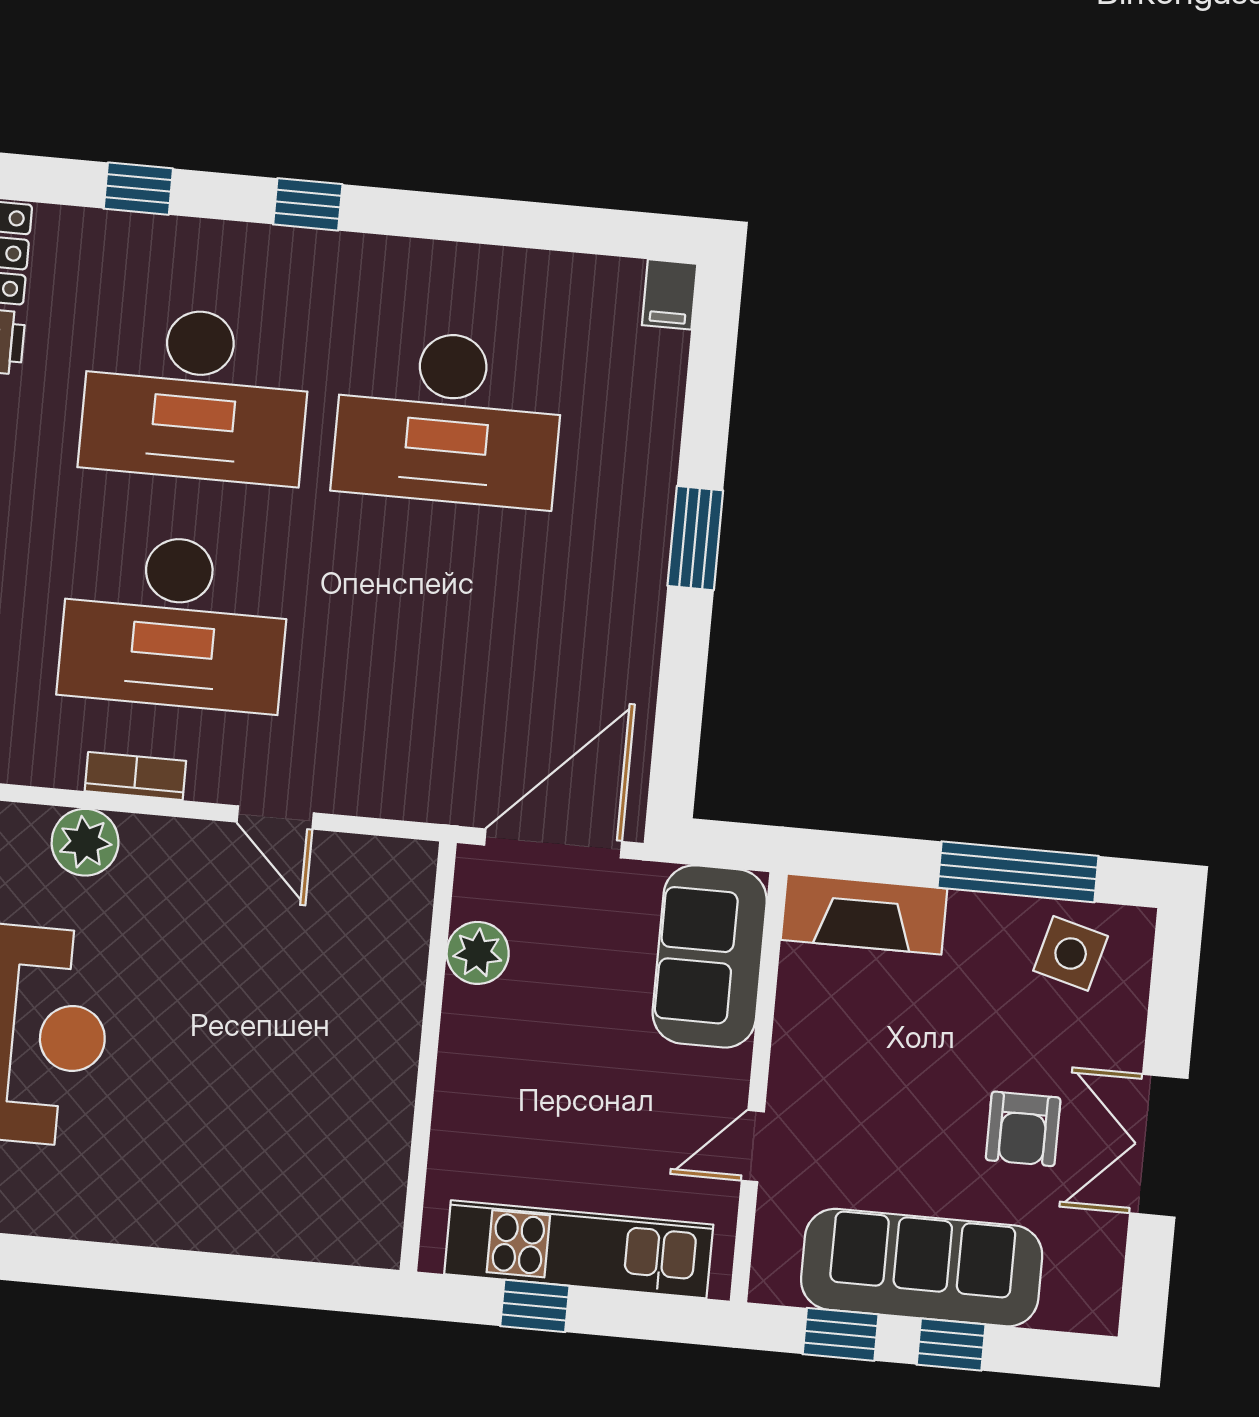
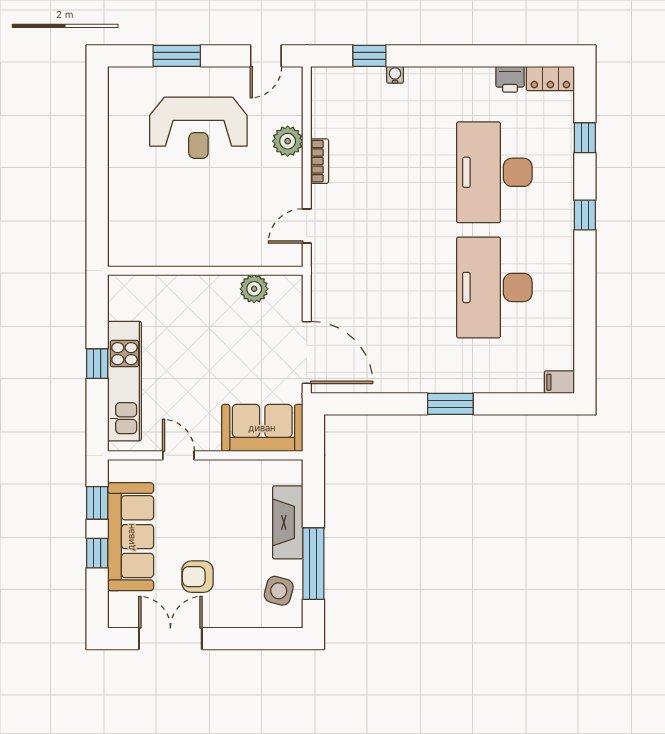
desk: (175, 622) -> (391, 172), removed
fireplace: (864, 914) -> (288, 522), moved
plant: (478, 953) -> (254, 289), moved
wall: (428, 1057) -> (205, 271), moved
double door: (1159, 1146) -> (170, 639), moved

